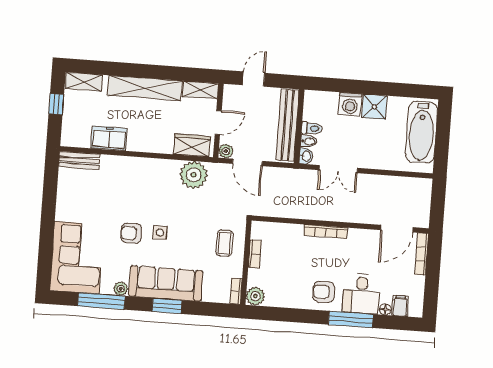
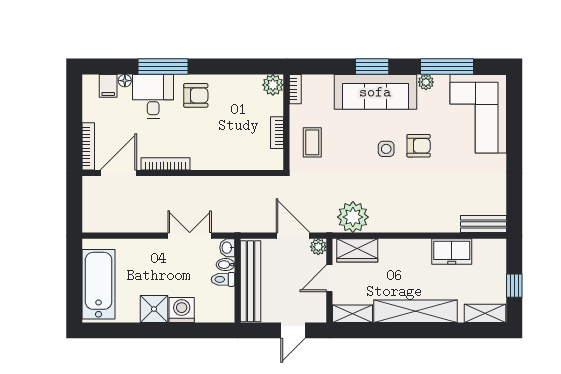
bookcase: (326, 232) -> (166, 164), moved

